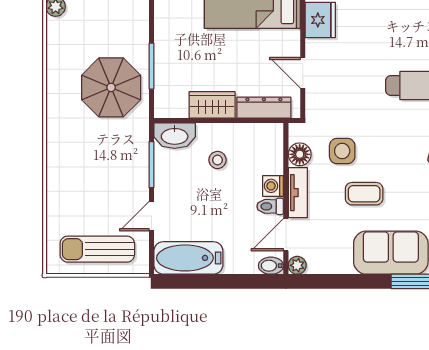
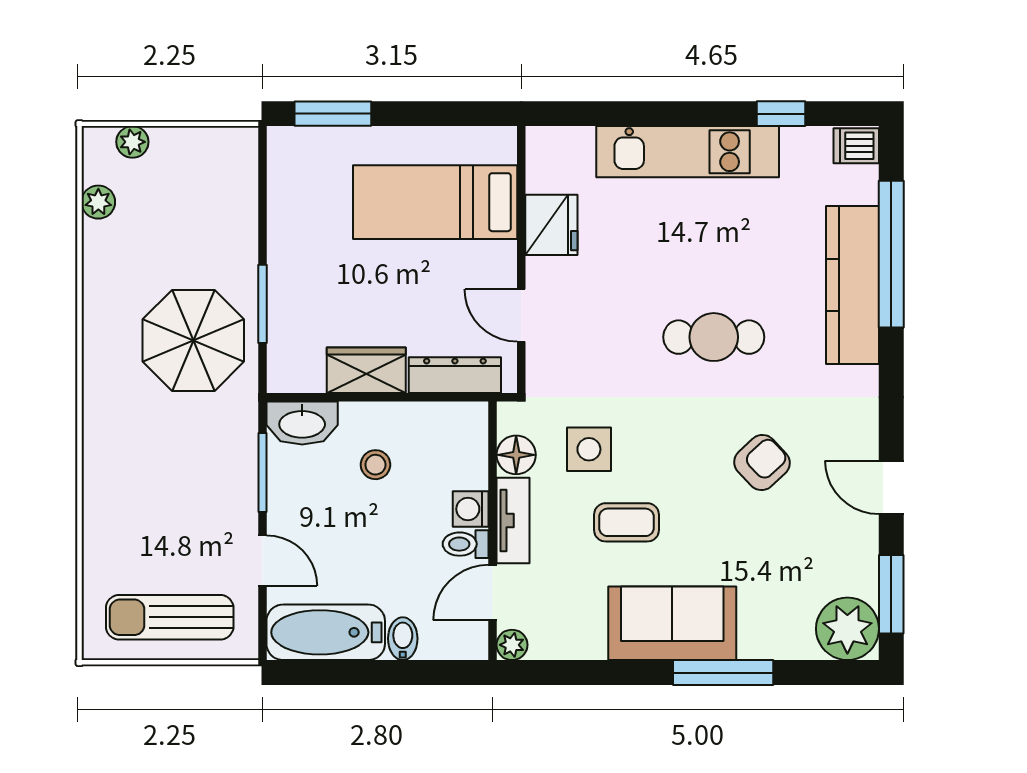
door: (151, 216) -> (262, 561), swing flipped
bidet: (271, 266) -> (403, 639), moved, turned 90

